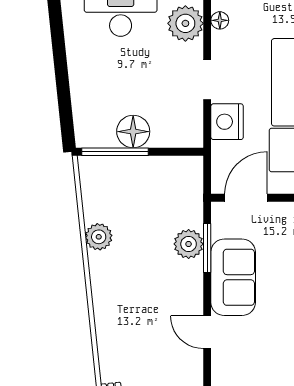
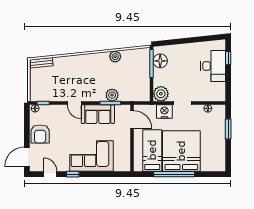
plant: (185, 23) -> (161, 94), moved
floor lamp: (133, 132) -> (160, 61), moved
door: (207, 332) -> (74, 103), swing flipped

